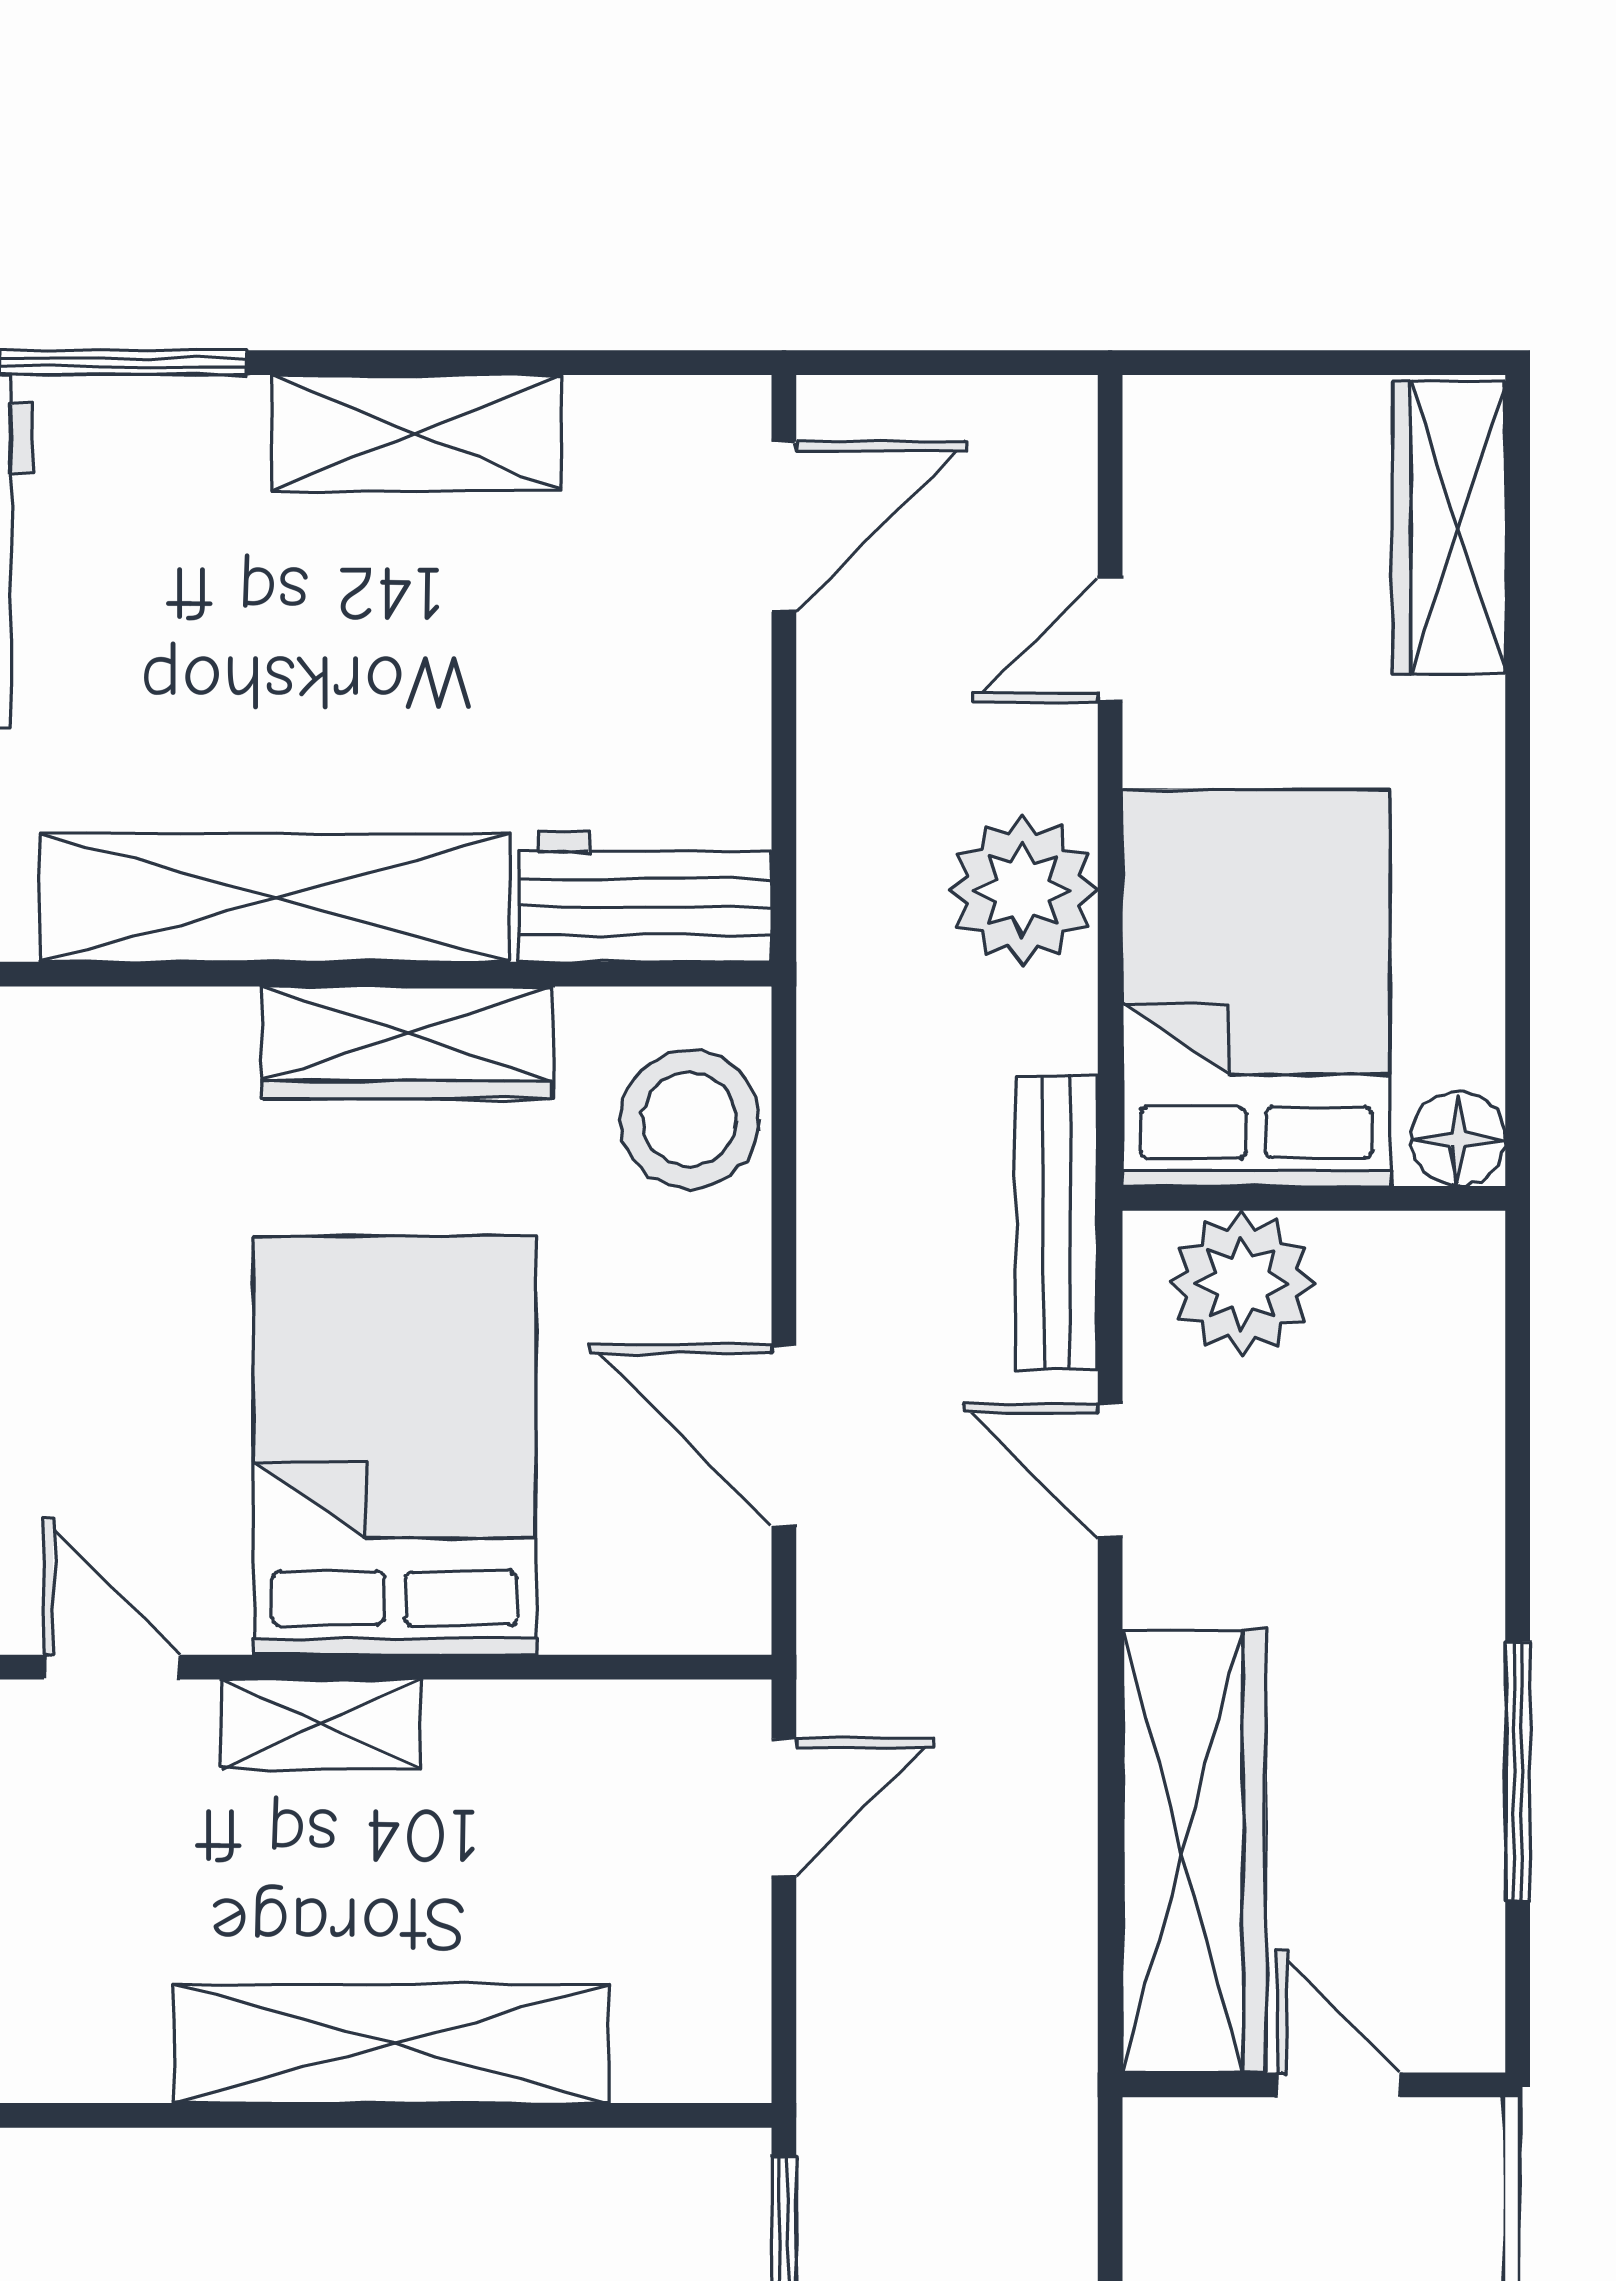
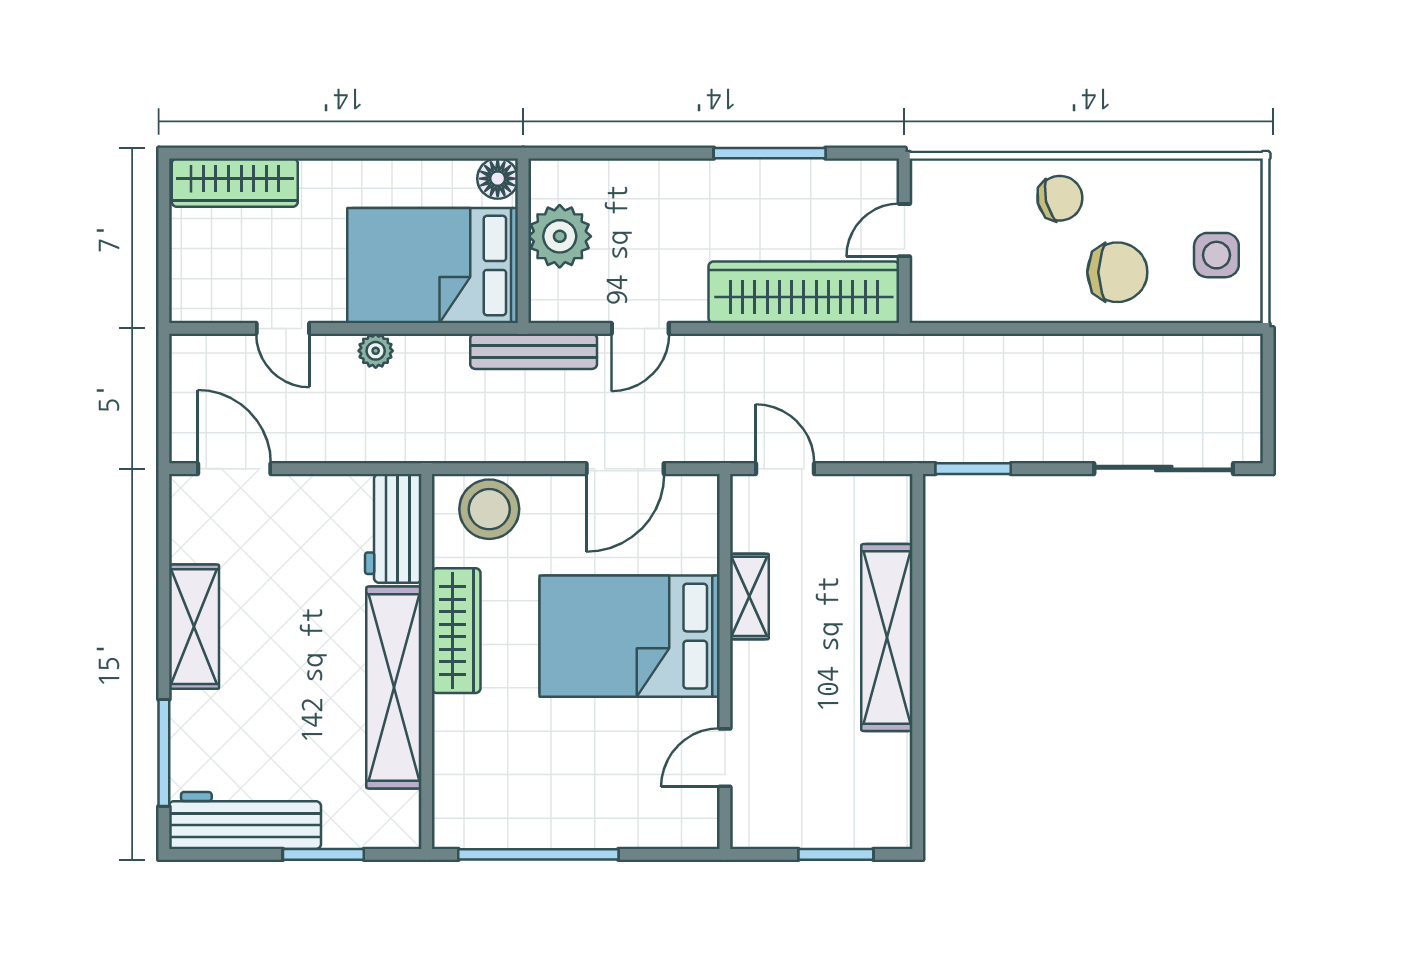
plant: (1023, 890) -> (376, 351), width x0.53, depth x0.53
plant: (1241, 1283) -> (560, 236), moved
shelving: (321, 1724) -> (749, 596), moved

